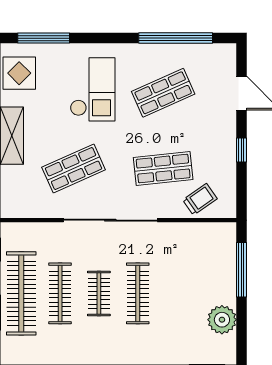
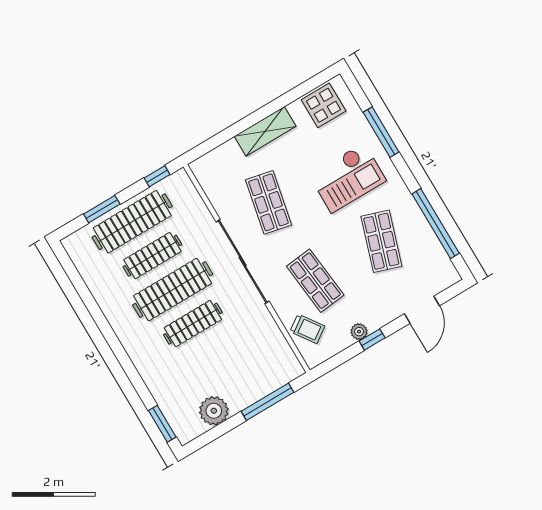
window: (44, 38) -> (381, 132), moved
shop shelf: (163, 93) -> (381, 241), turned 42
plant: (228, 157) -> (359, 332), added
shop shelf: (74, 169) -> (269, 202), turned 36
clothes rail: (99, 293) -> (173, 290), width x1.86, depth x1.31

